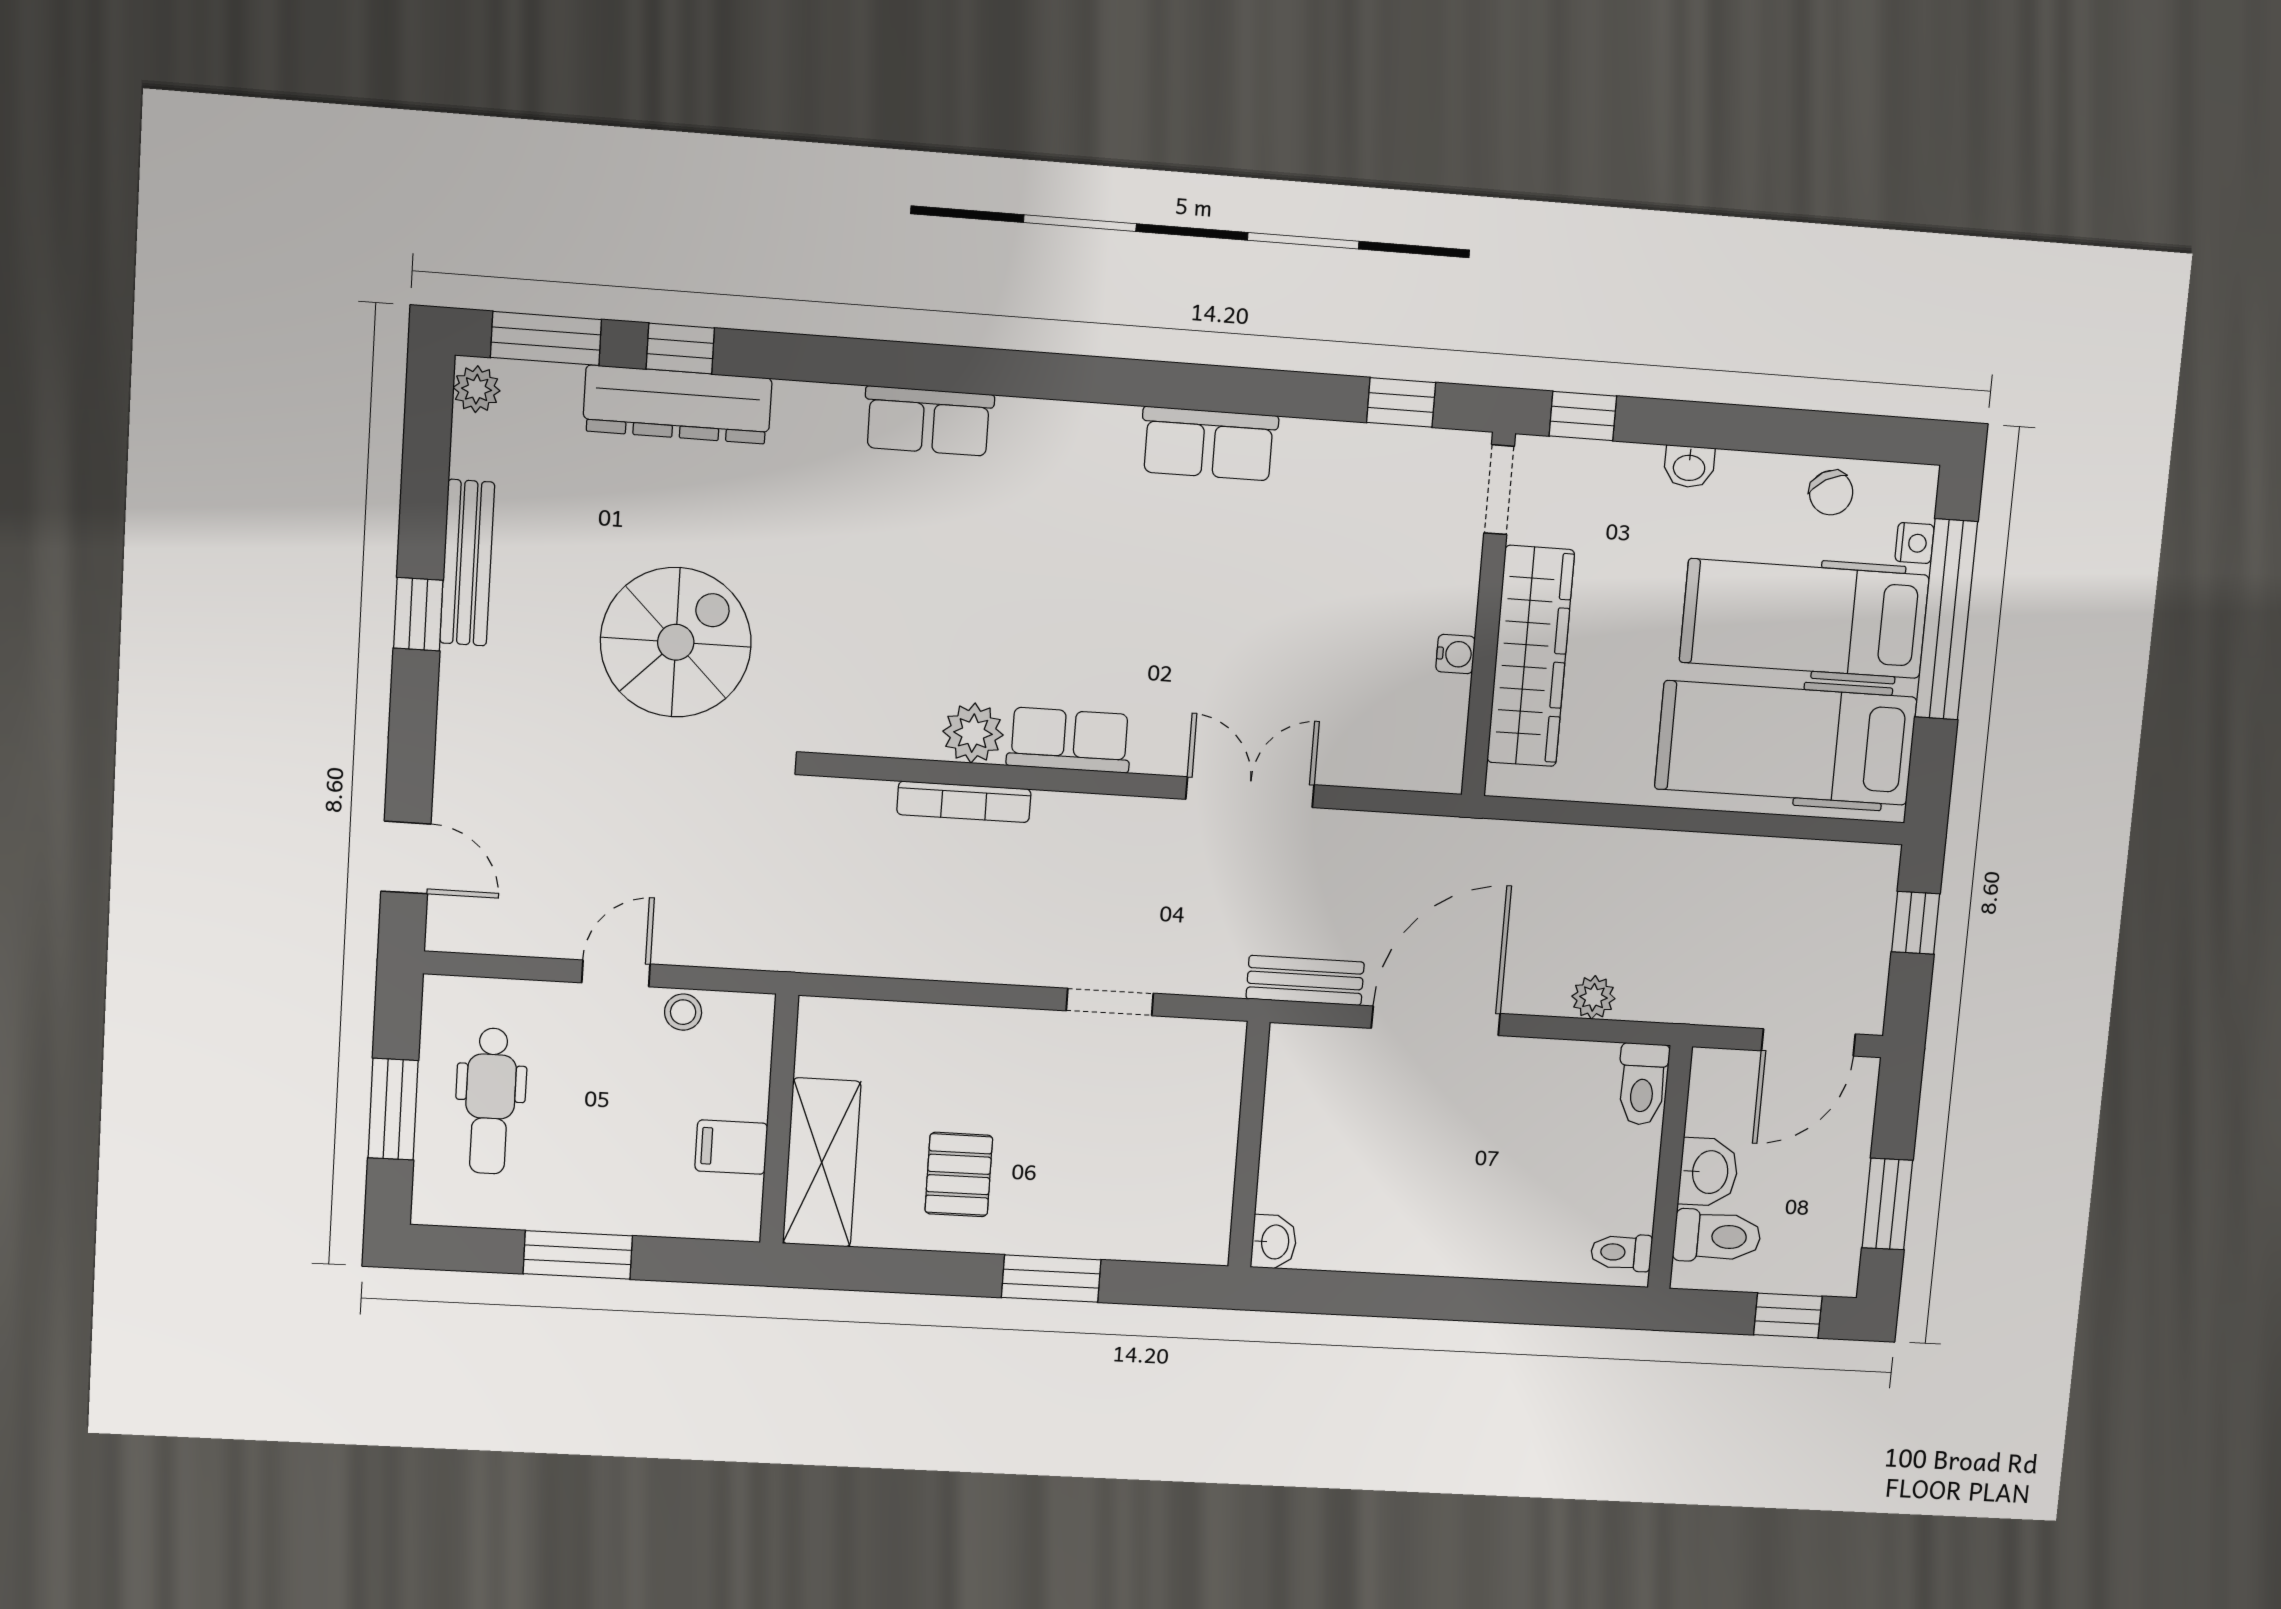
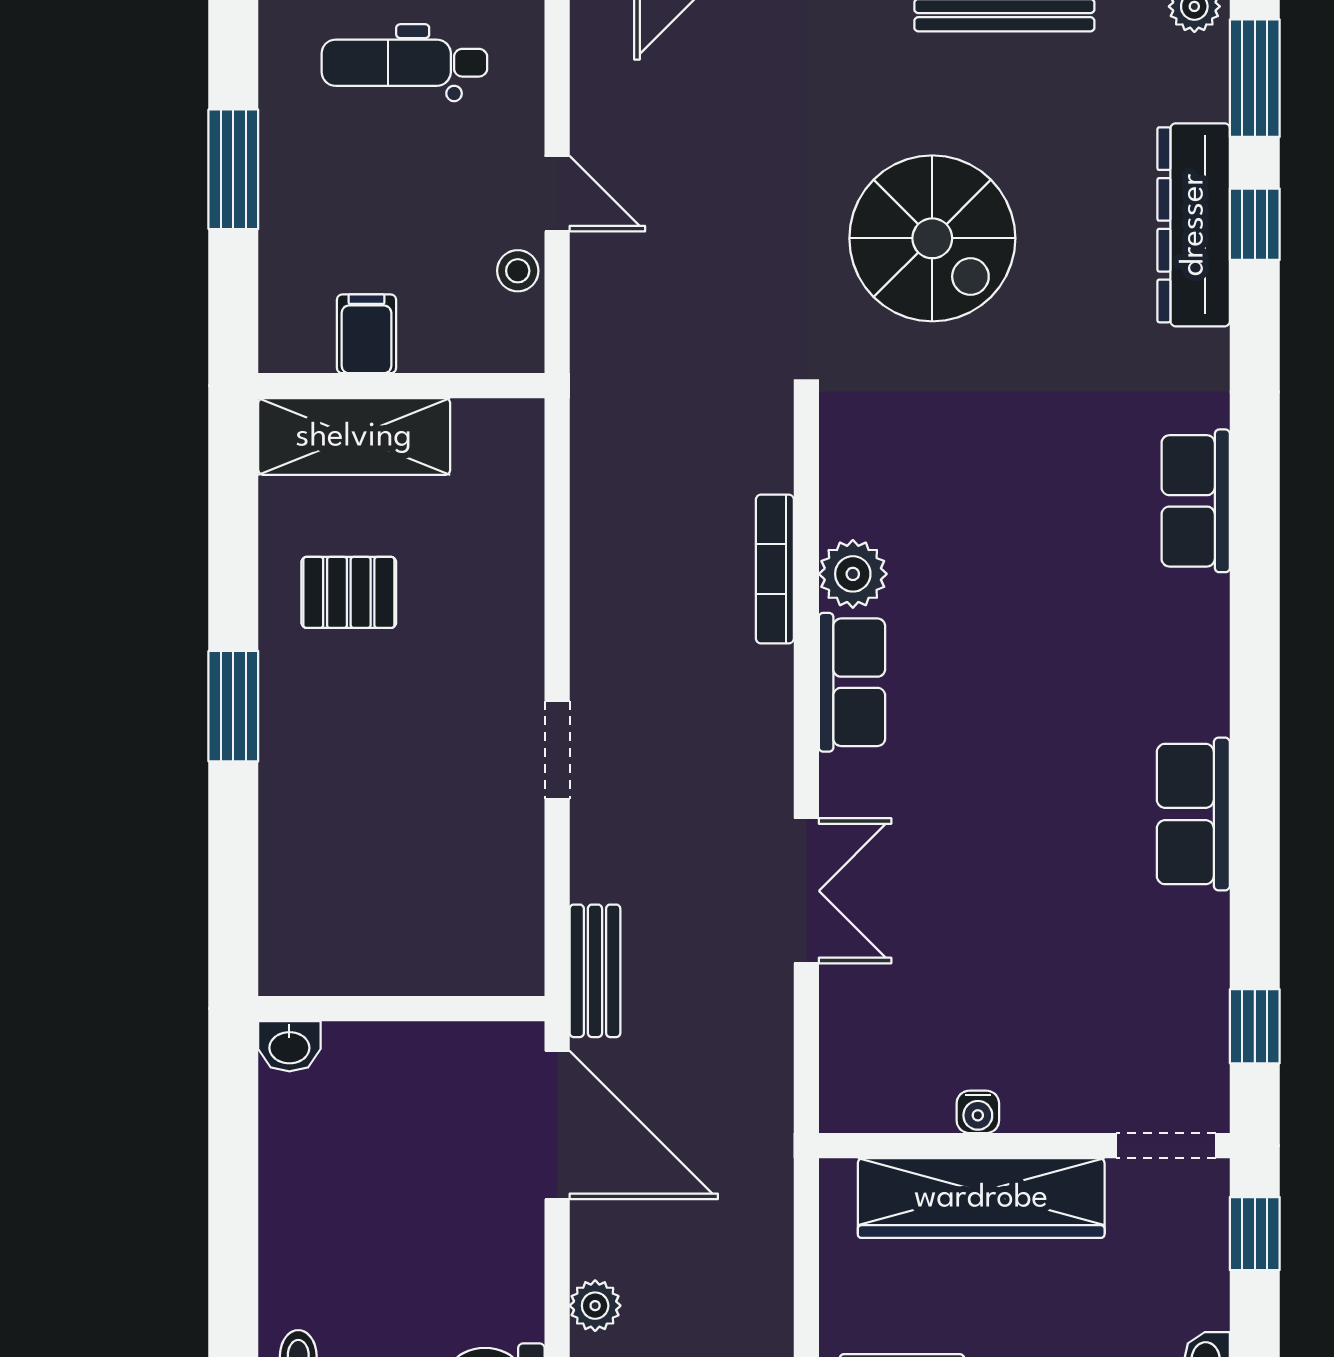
wall: (1249, 1145) -> (401, 1009), moved
washbasin: (1274, 1242) -> (289, 1046), moved

